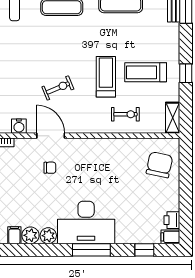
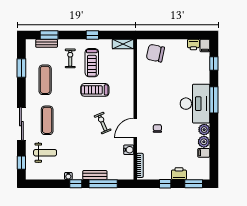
exercise bike: (125, 114) -> (70, 58), moved

